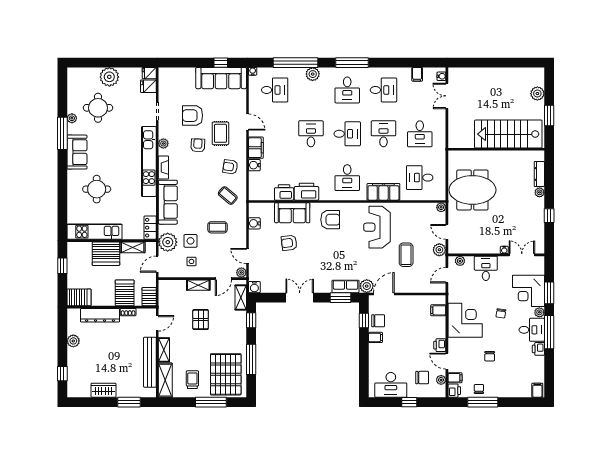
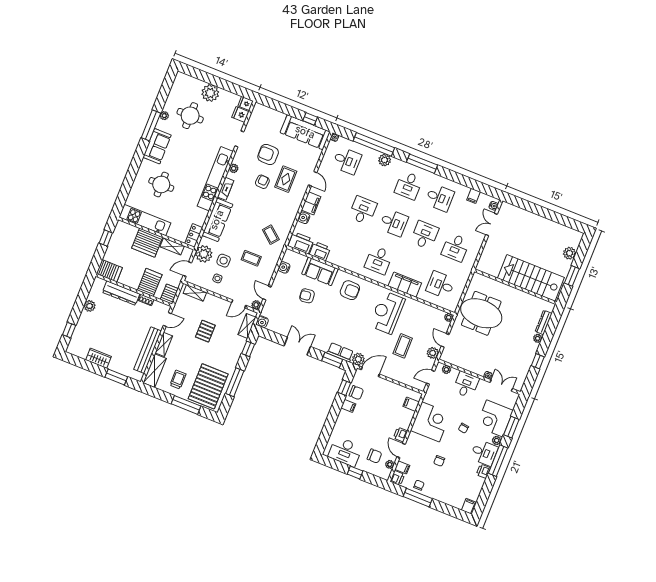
armchair: (230, 167) -> (283, 211), removed
printer: (307, 192) -> (301, 243), moved
shelving: (198, 285) -> (195, 293), moved

